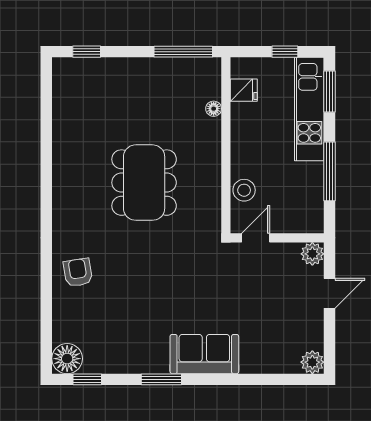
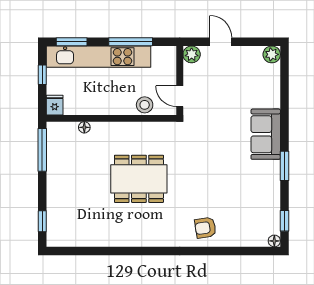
fridge: (244, 90) -> (55, 105), moved
kitchen unit: (309, 109) -> (98, 57), width x1.36
floor lamp: (67, 359) -> (274, 241), width x0.53, depth x0.53

